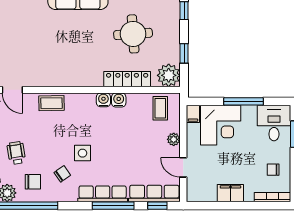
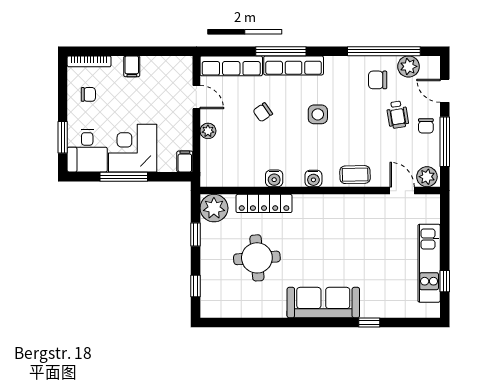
water cooler: (103, 100) -> (313, 178), moved
coffee table: (160, 108) -> (224, 168), removed
corner desk: (221, 125) -> (133, 148), moved
chair: (62, 174) -> (263, 112), moved
filing cabinet: (230, 193) -> (132, 66), width x0.50
window: (157, 206) -> (228, 51), removed

